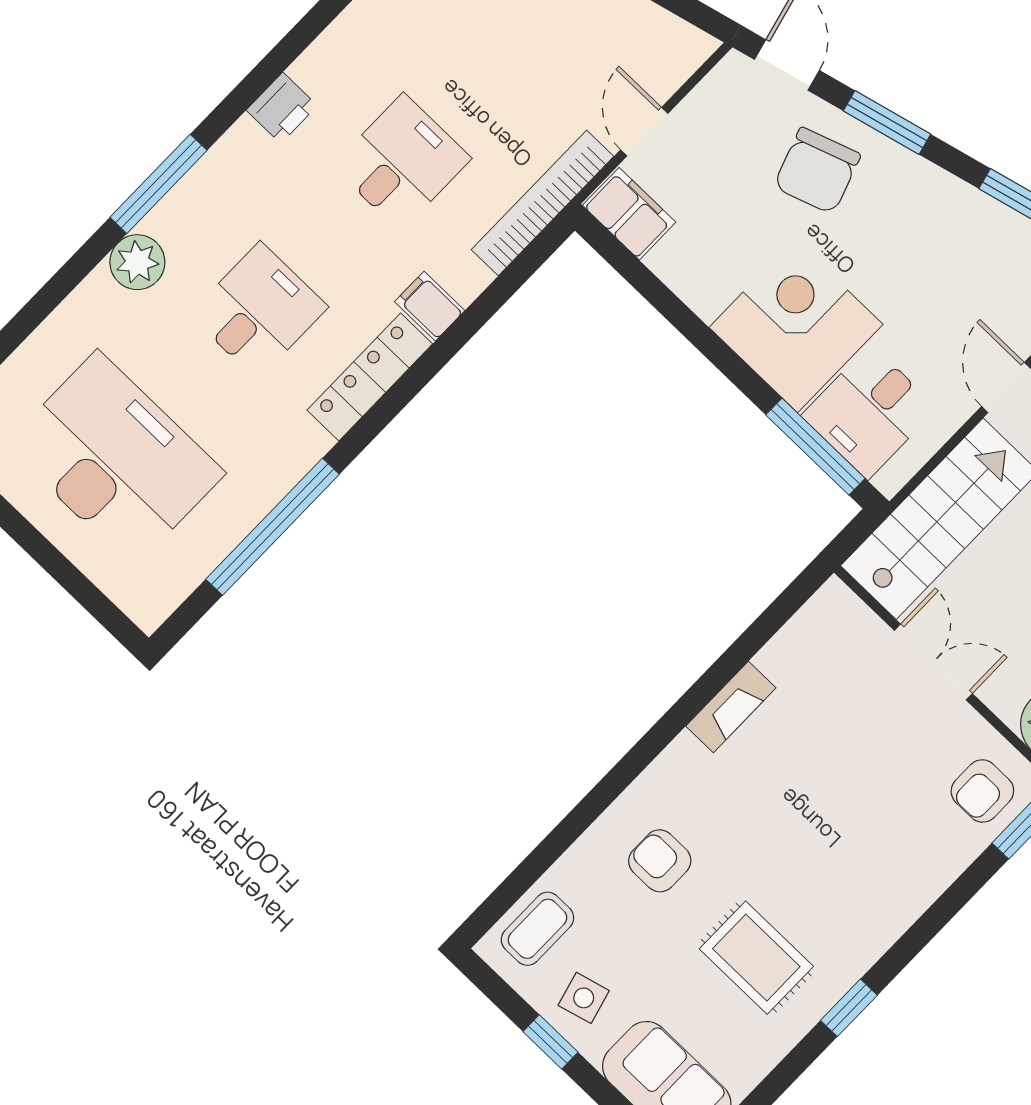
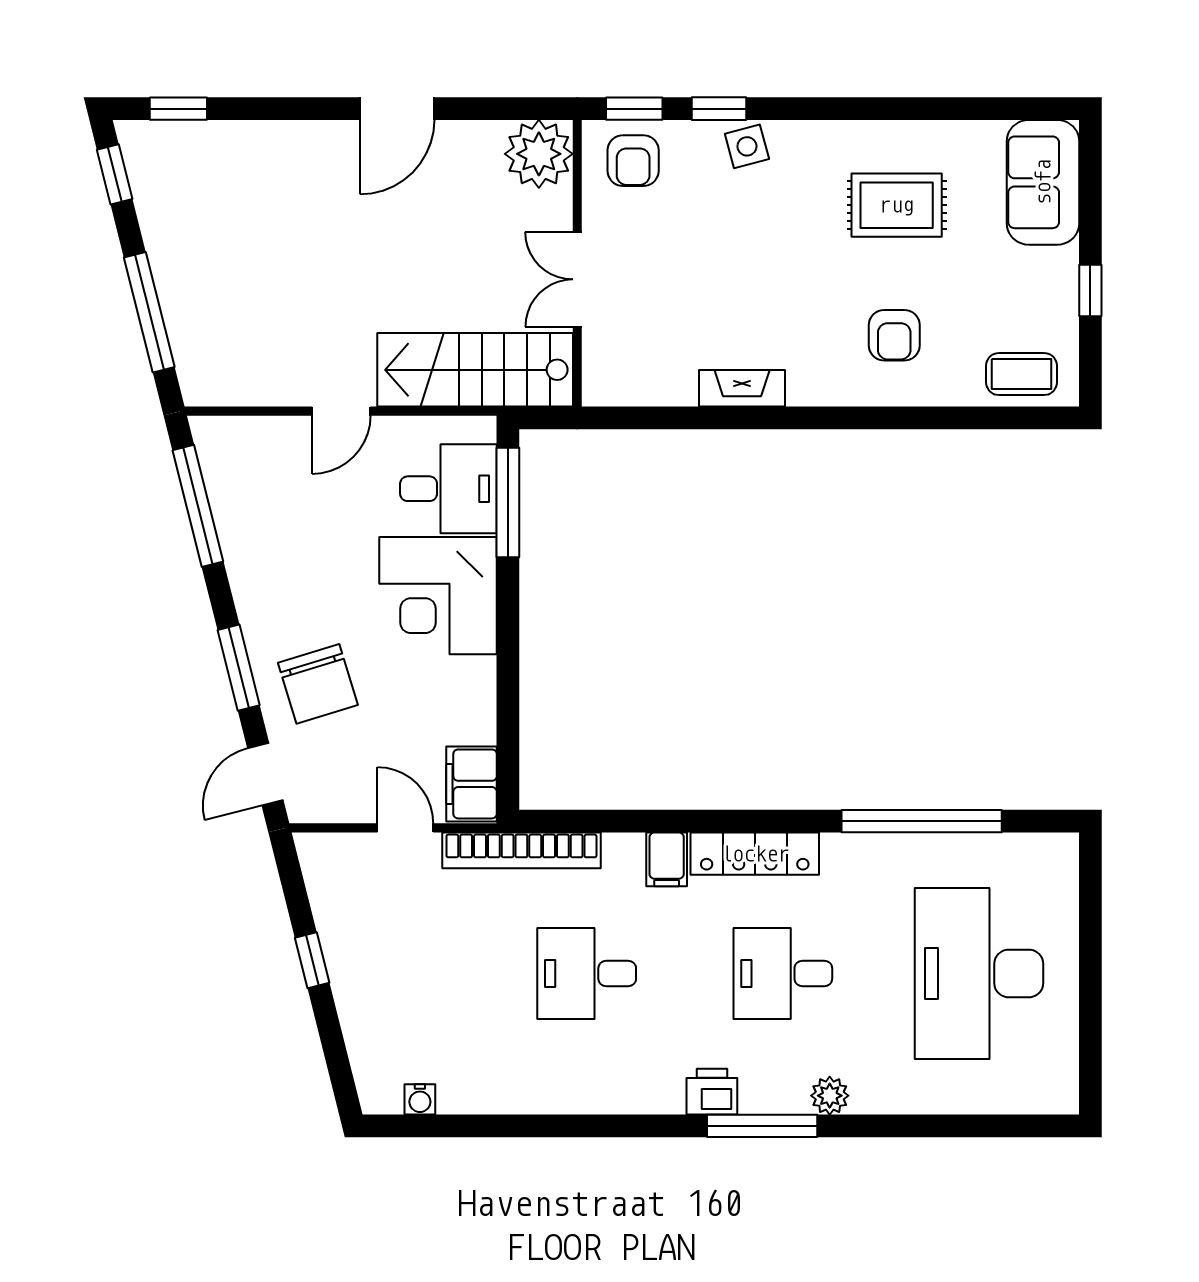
printer: (282, 108) -> (712, 1092), moved
door: (644, 132) -> (405, 828), swing flipped
chair: (817, 171) -> (318, 684), turned 92
plant: (137, 262) -> (830, 1096), width x0.73, depth x0.73
armchair: (982, 791) -> (633, 161), turned 90
rug: (756, 958) -> (897, 205), turned 90
side table: (584, 998) -> (747, 146), moved
window: (849, 1008) -> (719, 109), moved

